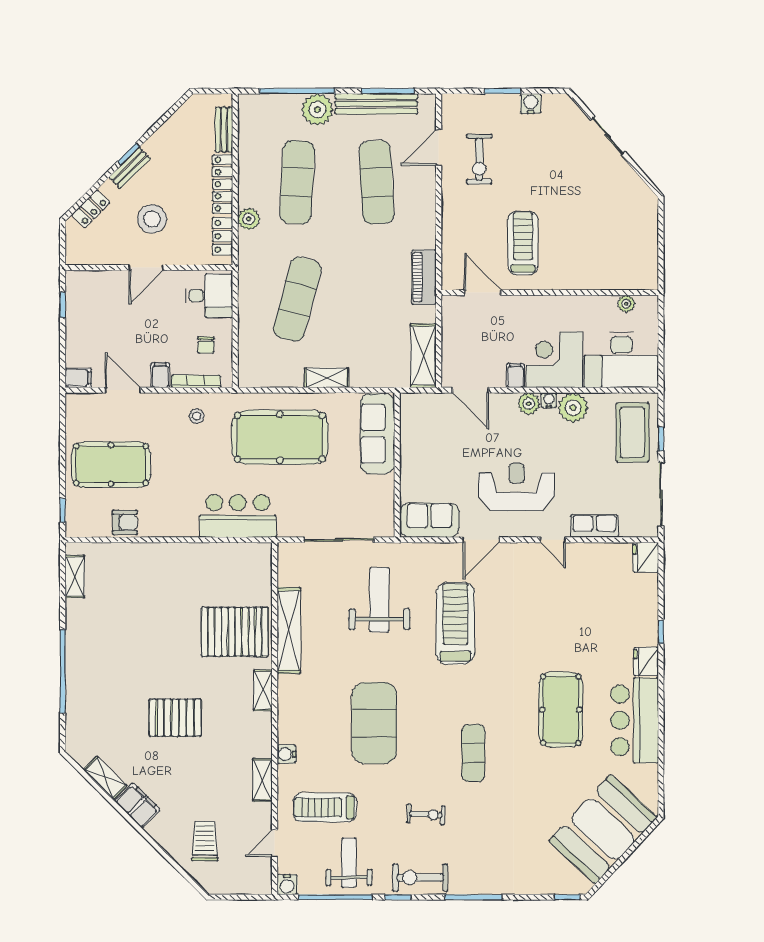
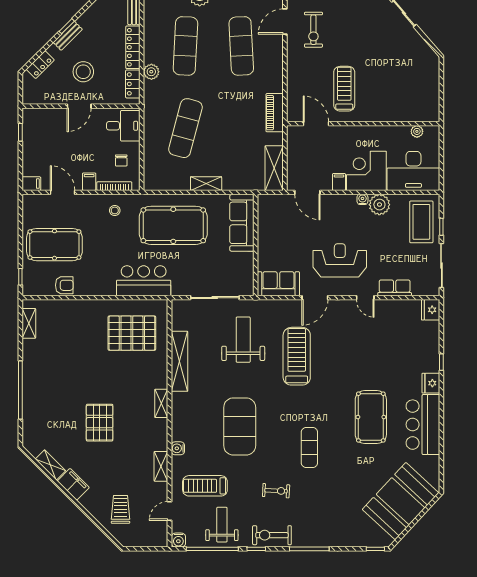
plant: (529, 404) -> (348, 202), removed
pallet: (235, 632) -> (132, 333), moved
pallet: (175, 718) -> (100, 423), turned 90

